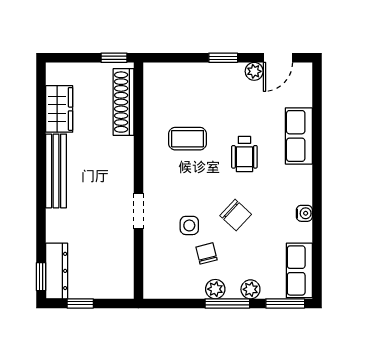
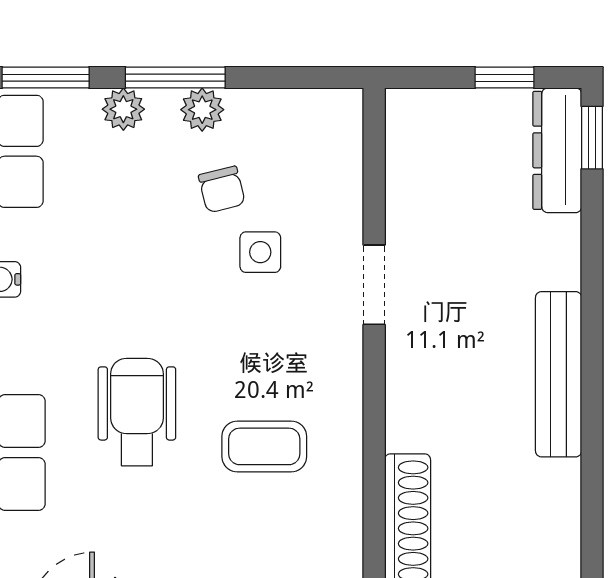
wardrobe: (59, 109) -> (552, 513), removed
wheelchair: (244, 154) -> (137, 412), width x1.36, depth x1.37
chair: (236, 215) -> (157, 276), removed

